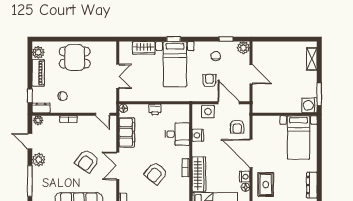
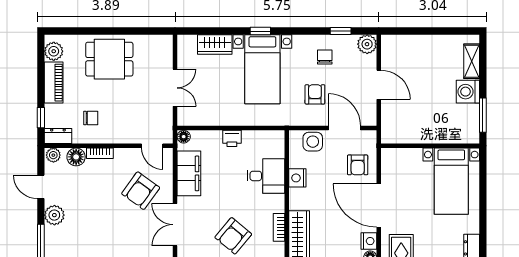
washing machine: (309, 105) -> (468, 92), moved
floor lamp: (53, 122) -> (76, 157), added
armchair: (87, 161) -> (141, 191), moved

